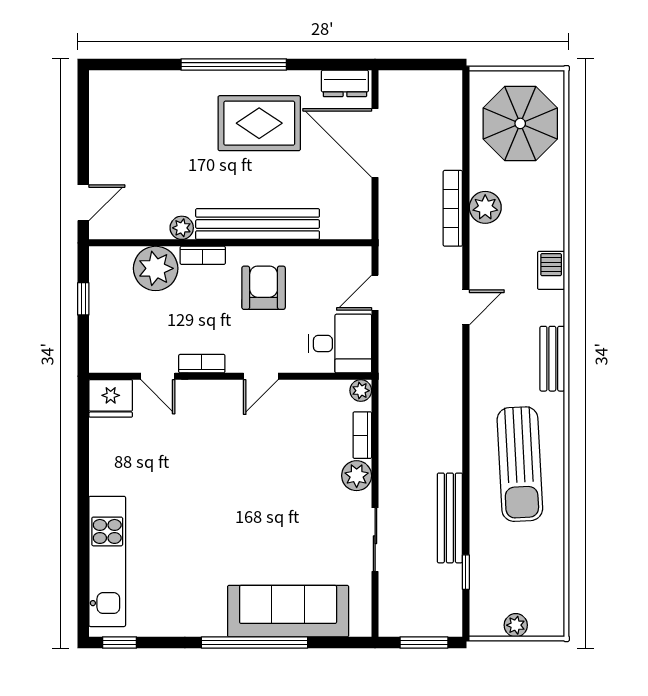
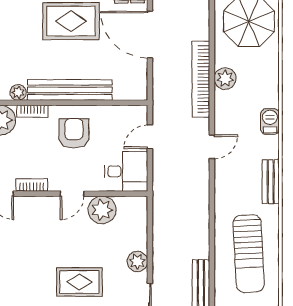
bookcase: (453, 208) -> (201, 79), width x1.48, depth x1.31
plant: (361, 391) -> (102, 210), moved, width x1.88, depth x1.88
bookcase: (362, 435) -> (141, 234), removed
rug: (272, 506) -> (79, 282), added

